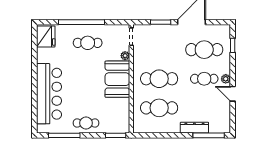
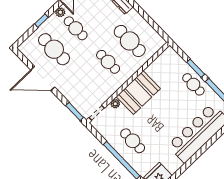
window: (161, 22) -> (75, 112), moved
window: (233, 45) -> (41, 21), moved
cafe table: (159, 79) -> (108, 62), width x0.73, depth x0.74
window: (116, 135) -> (196, 68), moved

